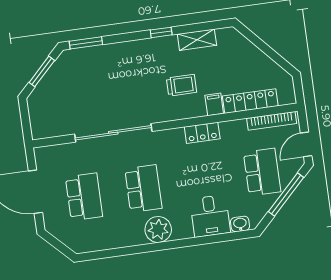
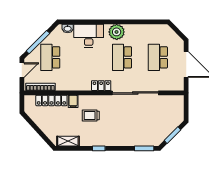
shelving: (197, 40) -> (68, 141), moved
locker: (202, 133) -> (101, 86), moved
desk: (210, 216) -> (89, 36), width x1.37

